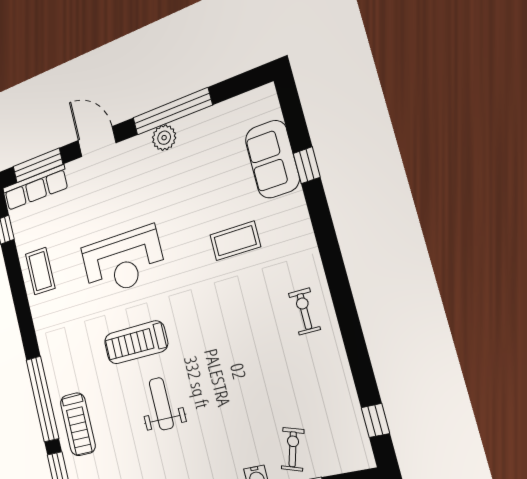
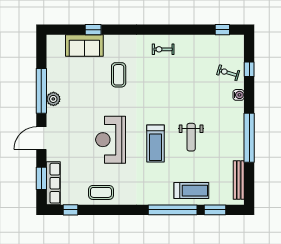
window: (38, 165) -> (41, 178), width x0.69
reception desk: (123, 261) -> (111, 140), turned 180
weight bench: (161, 404) -> (191, 137), turned -90

